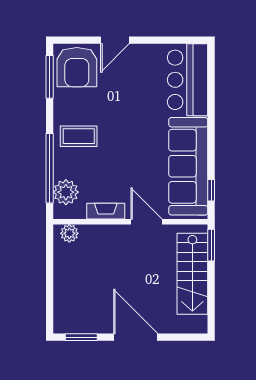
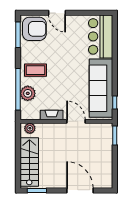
door: (115, 40) -> (57, 13), hinge flipped
armchair: (77, 67) -> (34, 29), turned -90
plant: (66, 192) -> (28, 93), moved
stairs: (192, 274) -> (29, 162), moved, turned 180
door: (136, 337) -> (80, 190), moved

